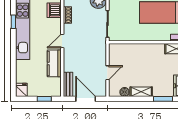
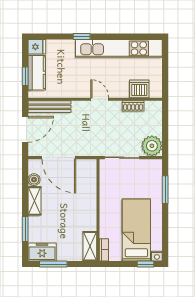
window: (13, 22) -> (82, 36), moved
kitchen counter: (54, 63) -> (37, 73), moved, turned 90
door: (107, 73) -> (59, 158), width x1.87
bench: (68, 84) -> (49, 107), width x1.36

